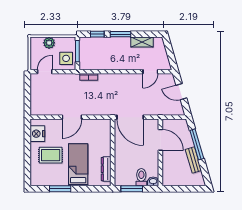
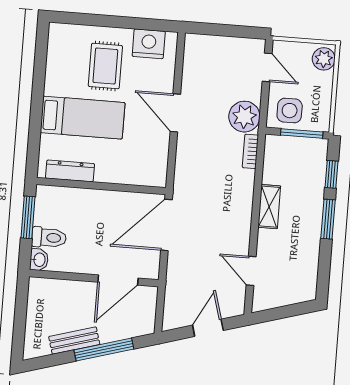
shelving: (142, 42) -> (269, 207), moved
plant: (49, 43) -> (324, 59), moved
plant: (71, 81) -> (244, 117), added
window: (60, 189) -> (39, 79), removed

